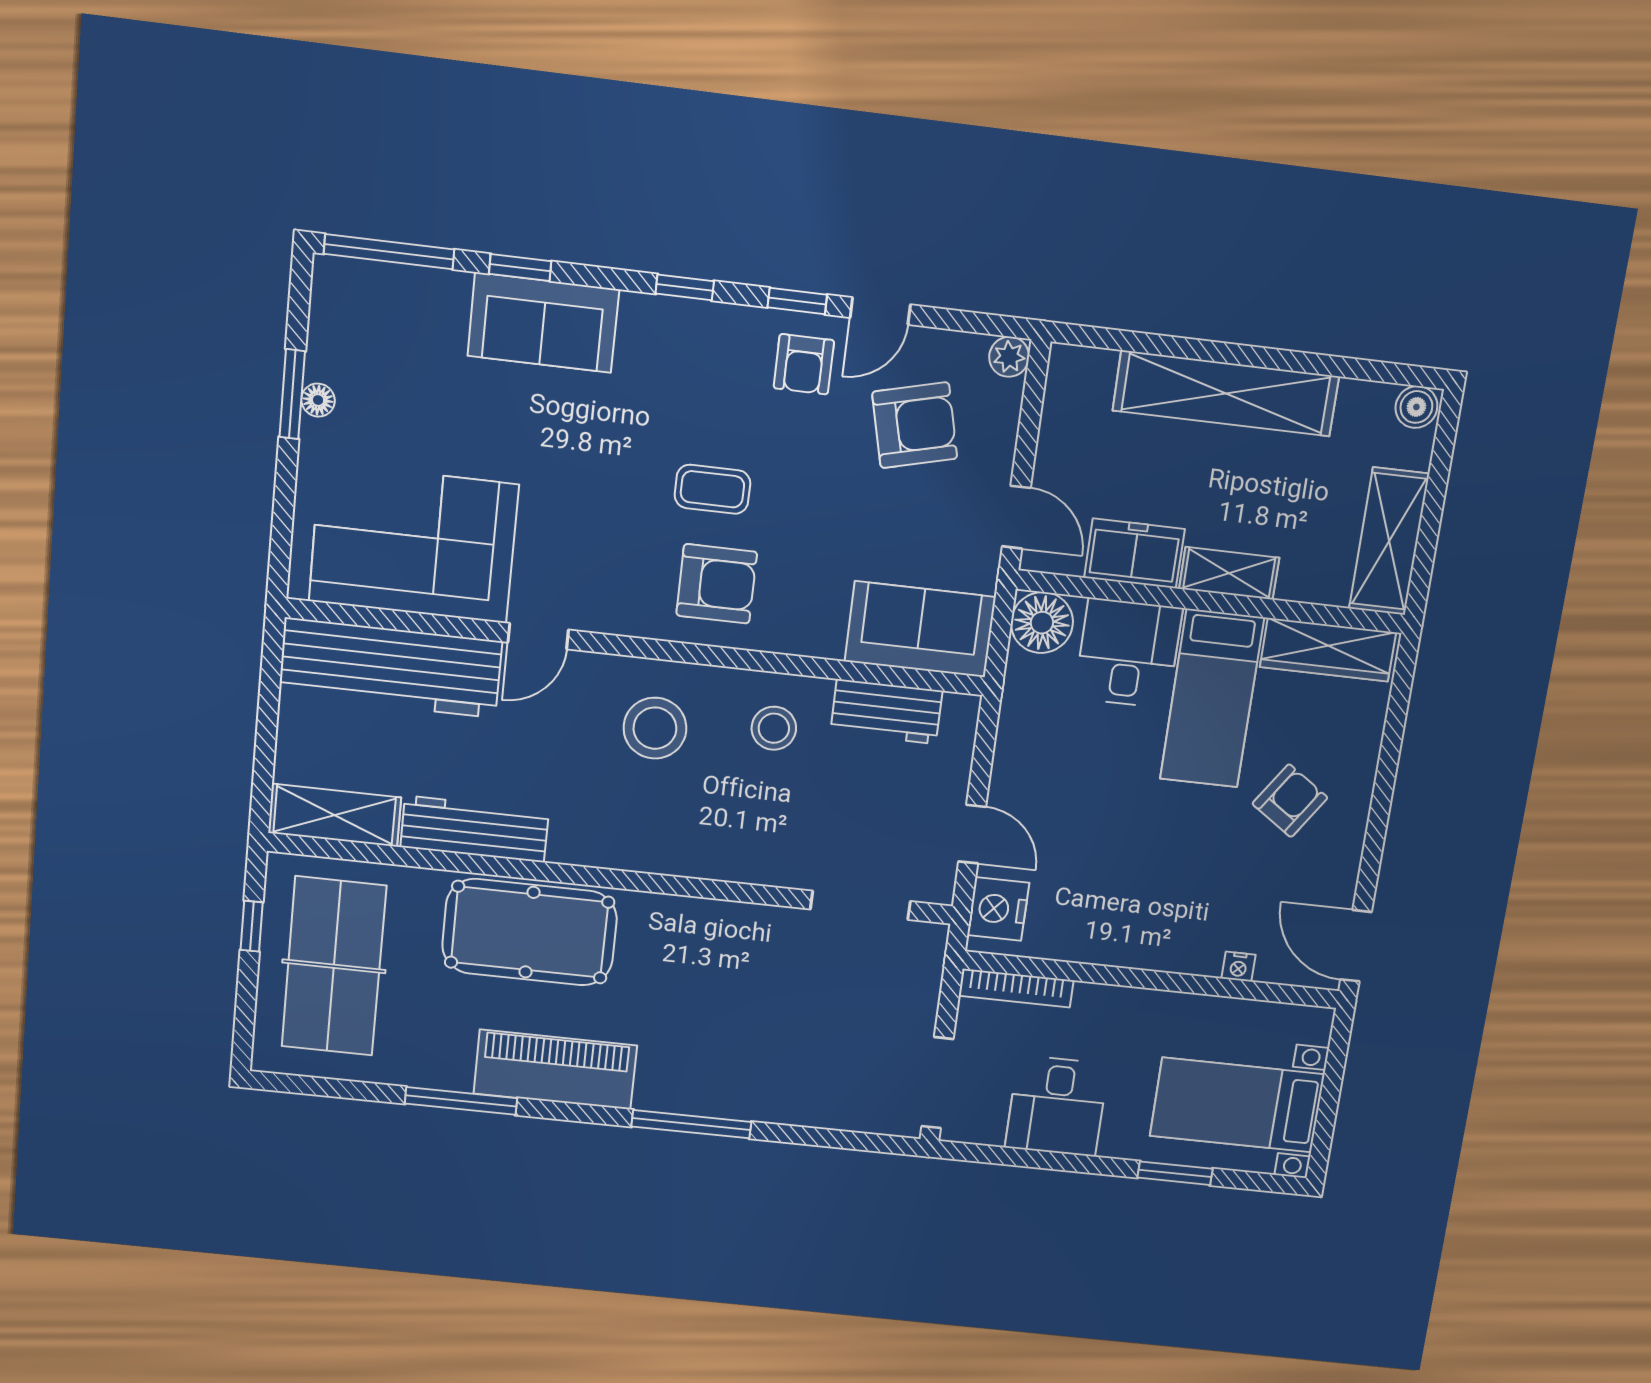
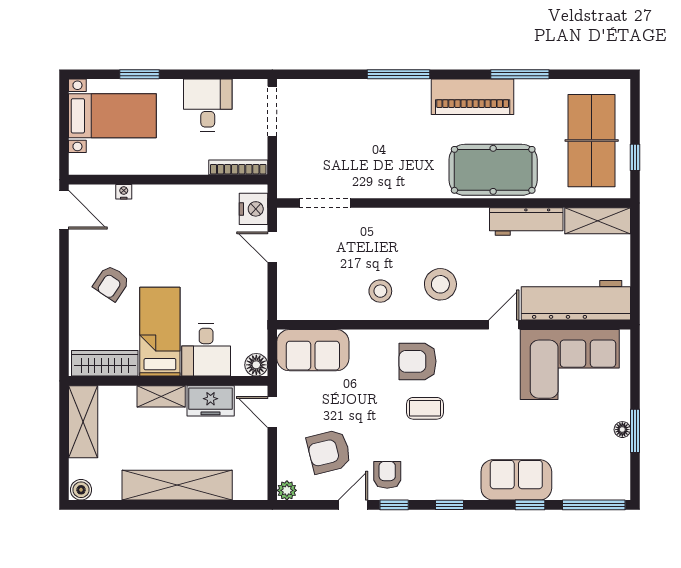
floor lamp: (1042, 623) -> (256, 365), width x0.73, depth x0.73
workbench: (886, 712) -> (324, 306), removed

